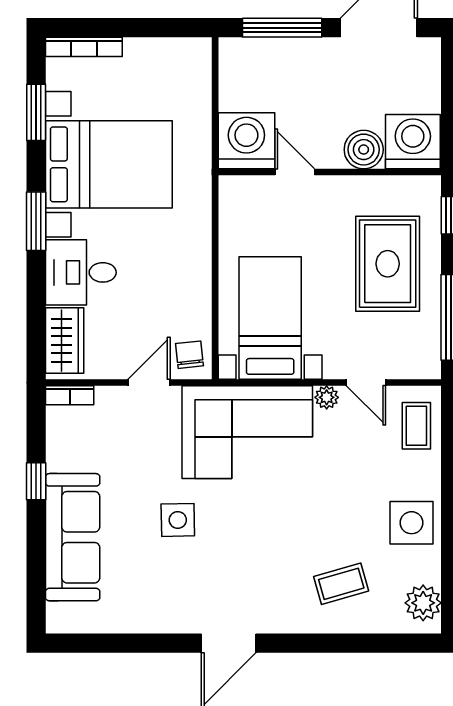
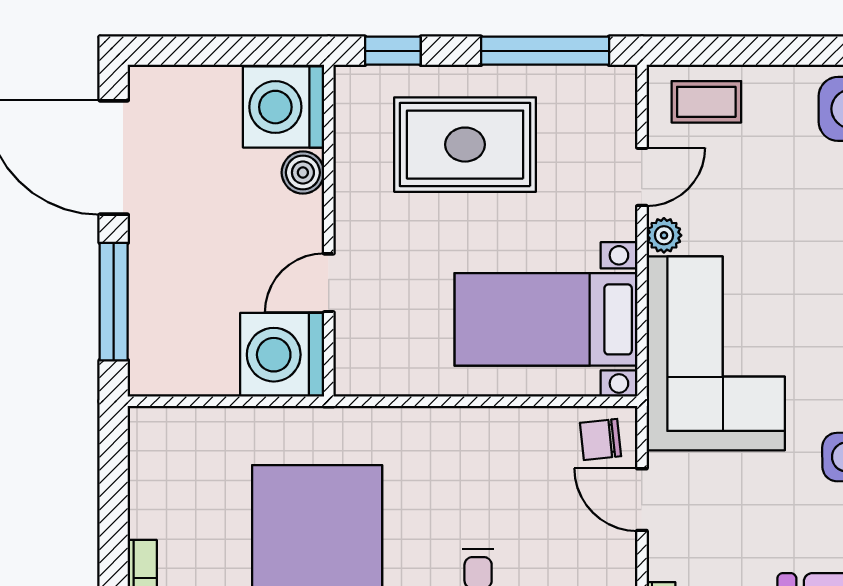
boiler: (364, 150) -> (303, 173), width x0.73, depth x0.73

